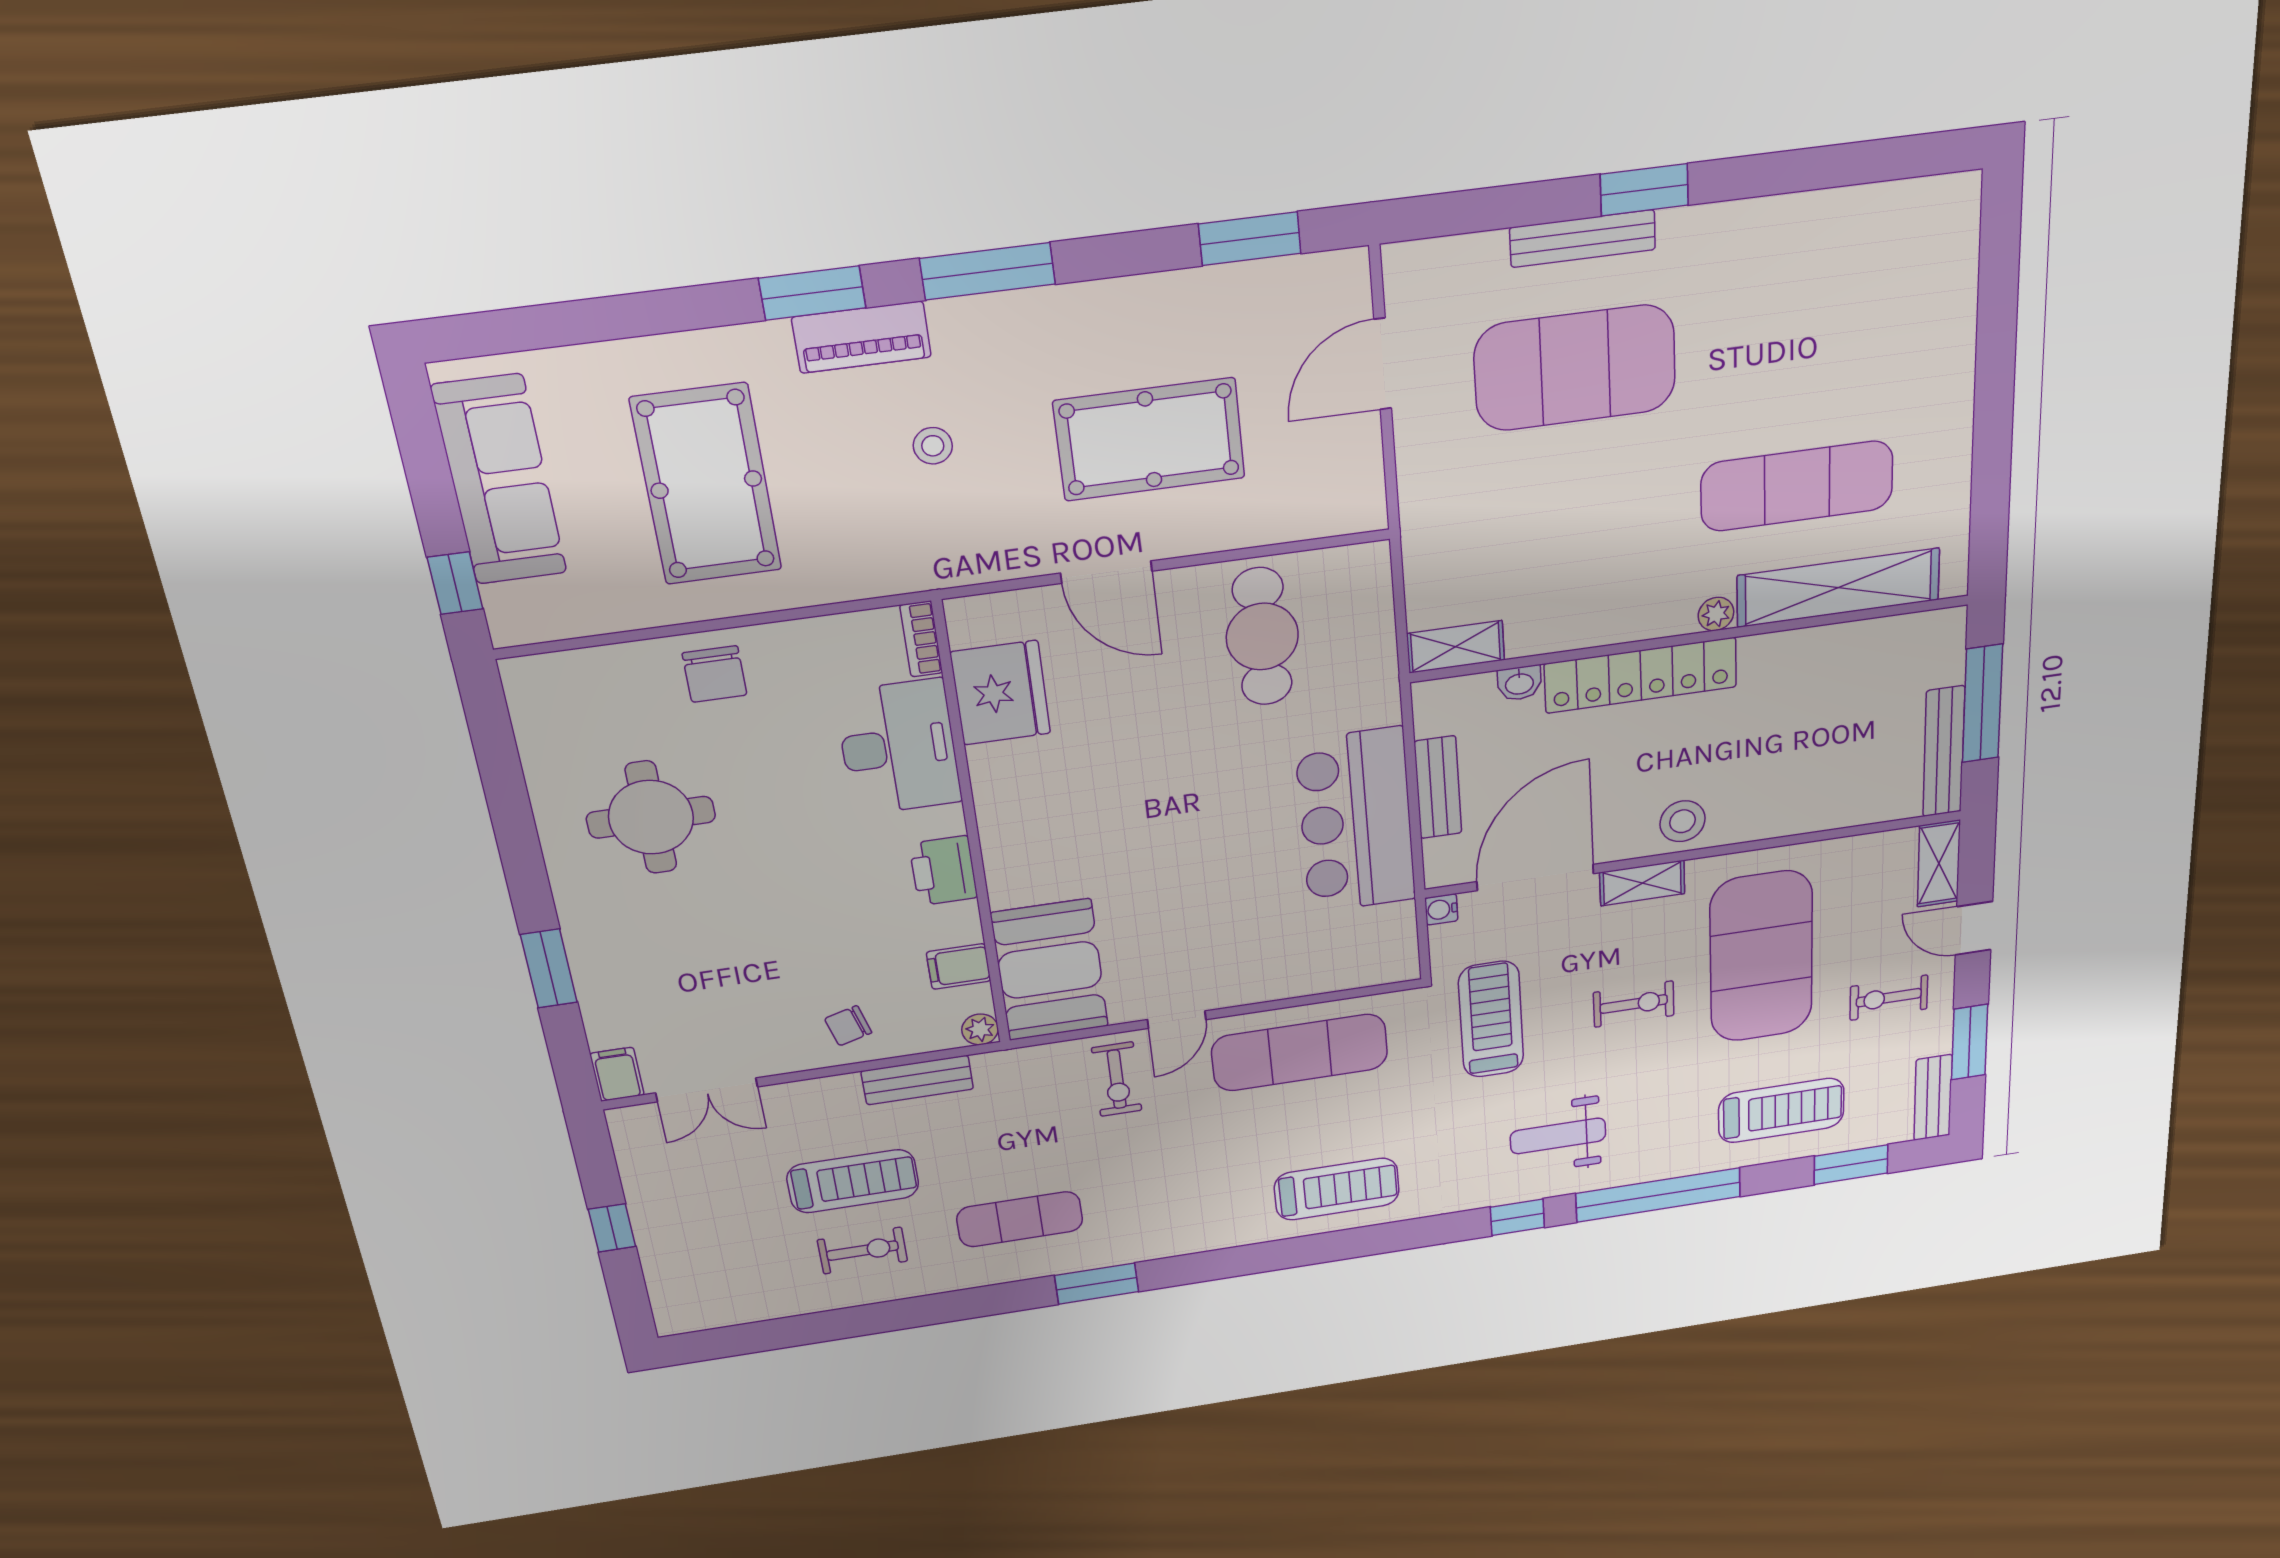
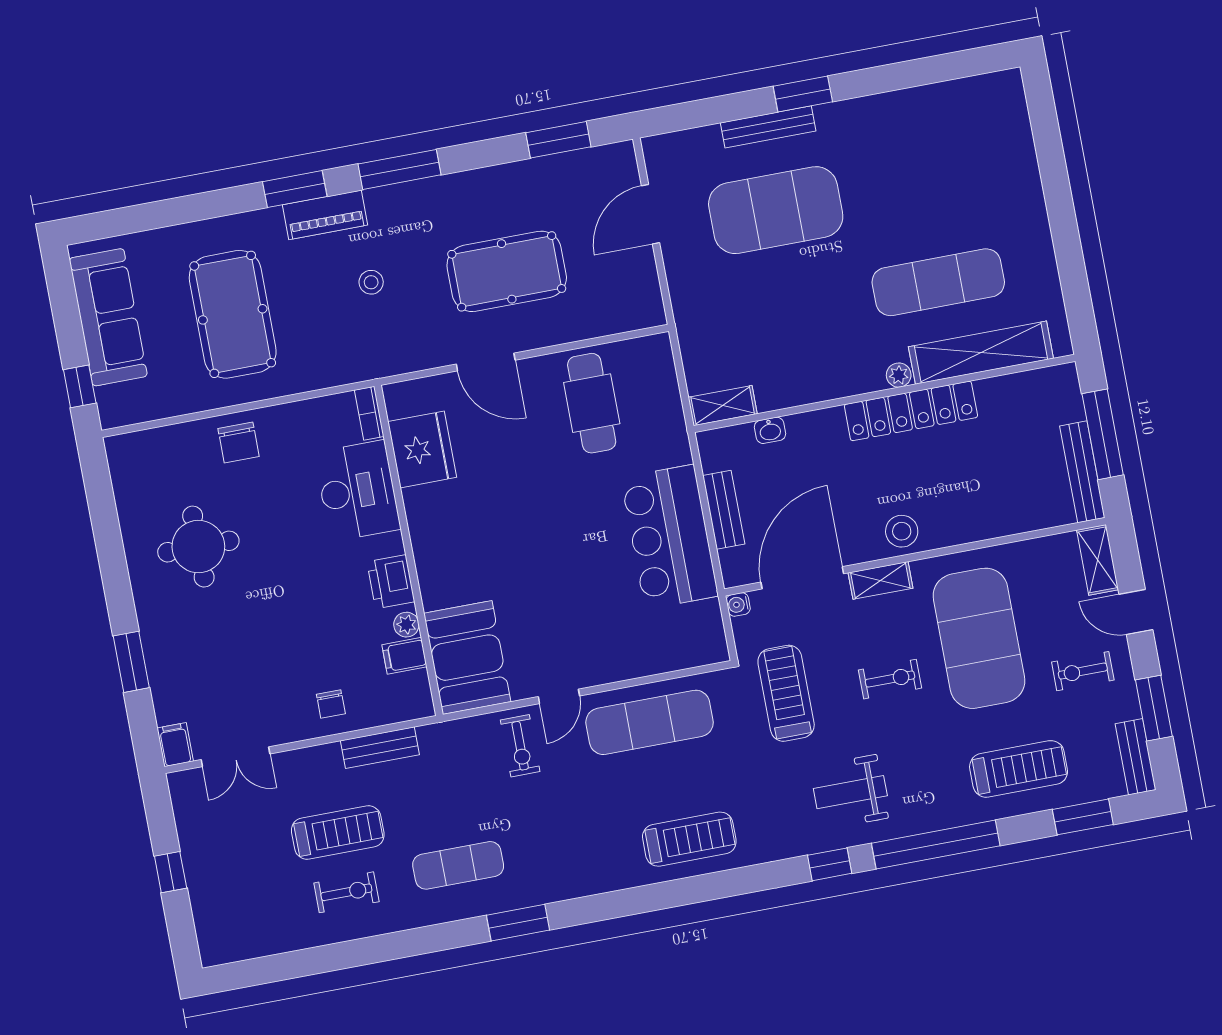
locker: (1641, 675) -> (911, 411), moved
chair: (848, 1026) -> (331, 704), turned -74
plant: (980, 1029) -> (406, 625), moved

